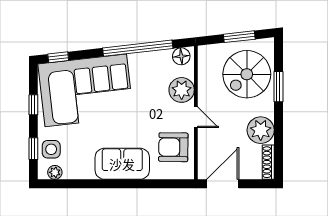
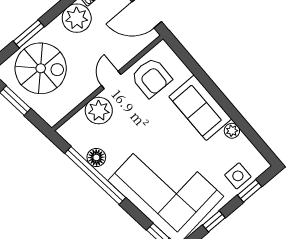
floor lamp: (181, 56) -> (96, 157), moved
plant: (55, 172) -> (232, 131), moved

